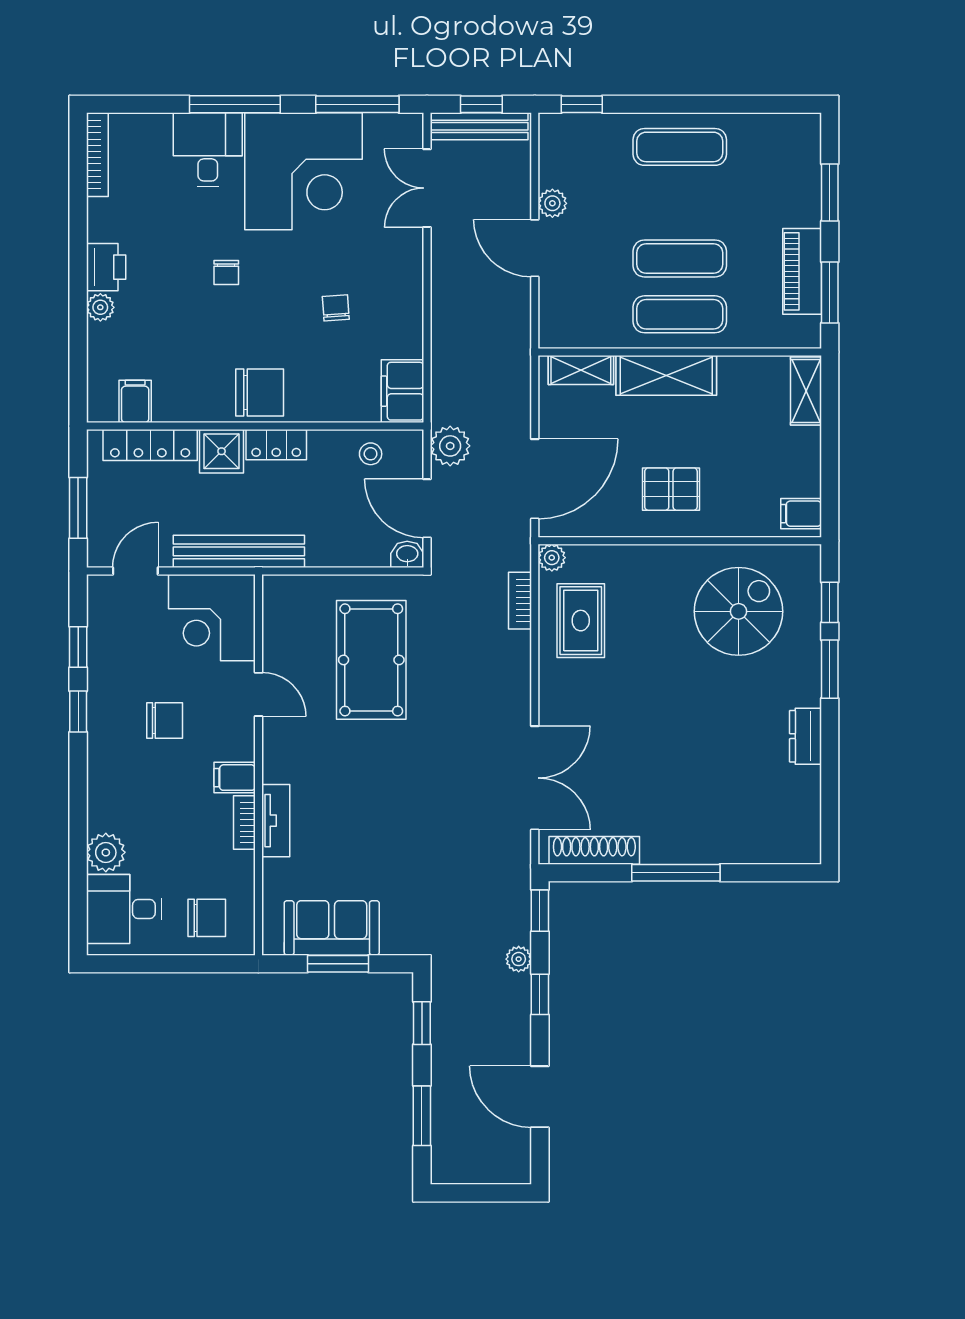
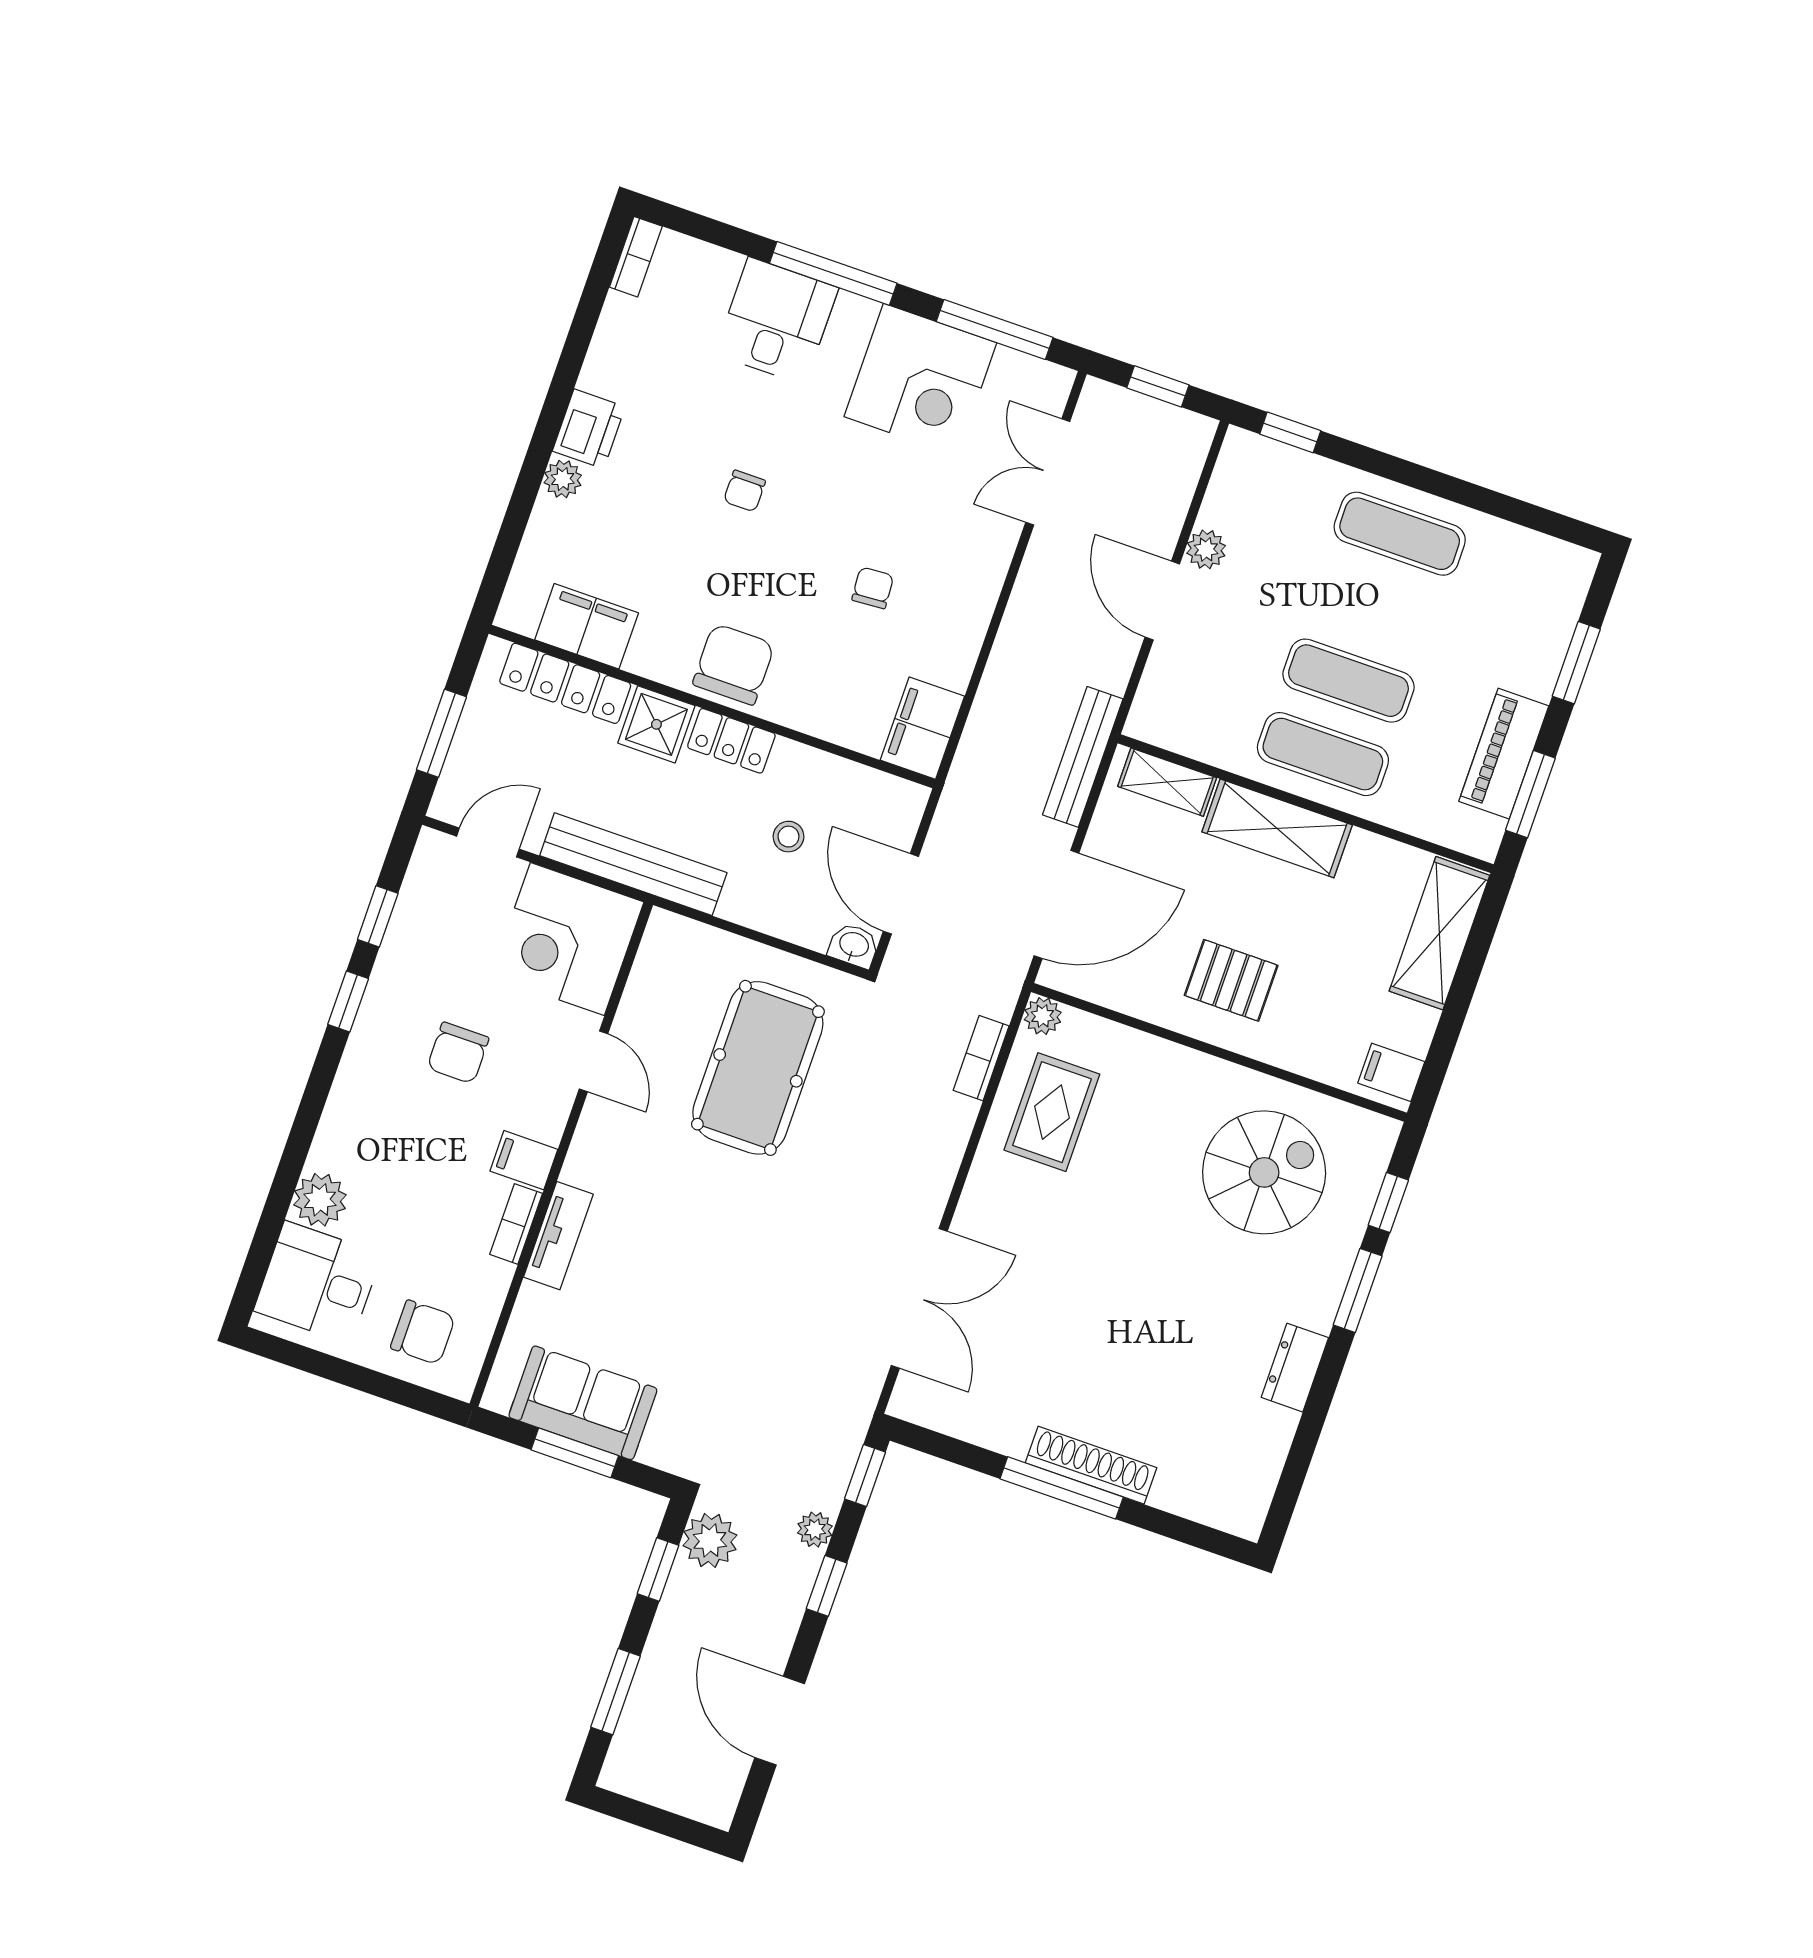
bench: (479, 126) -> (1083, 757), moved, turned 90
bookcase: (97, 155) -> (636, 257), width x0.64
corner desk: (303, 171) -> (920, 380), width x0.74, depth x0.74
shelving: (806, 391) -> (1439, 933), width x1.50, depth x1.33
chair: (260, 392) -> (734, 664), turned -90
filing cabinet: (135, 401) -> (587, 626), width x2.00
plant: (450, 446) -> (710, 1540), moved
stool: (371, 454) -> (788, 837), moved
chair: (165, 720) -> (458, 1053), turned 90
shoe rack: (594, 850) -> (1091, 1465), moved

